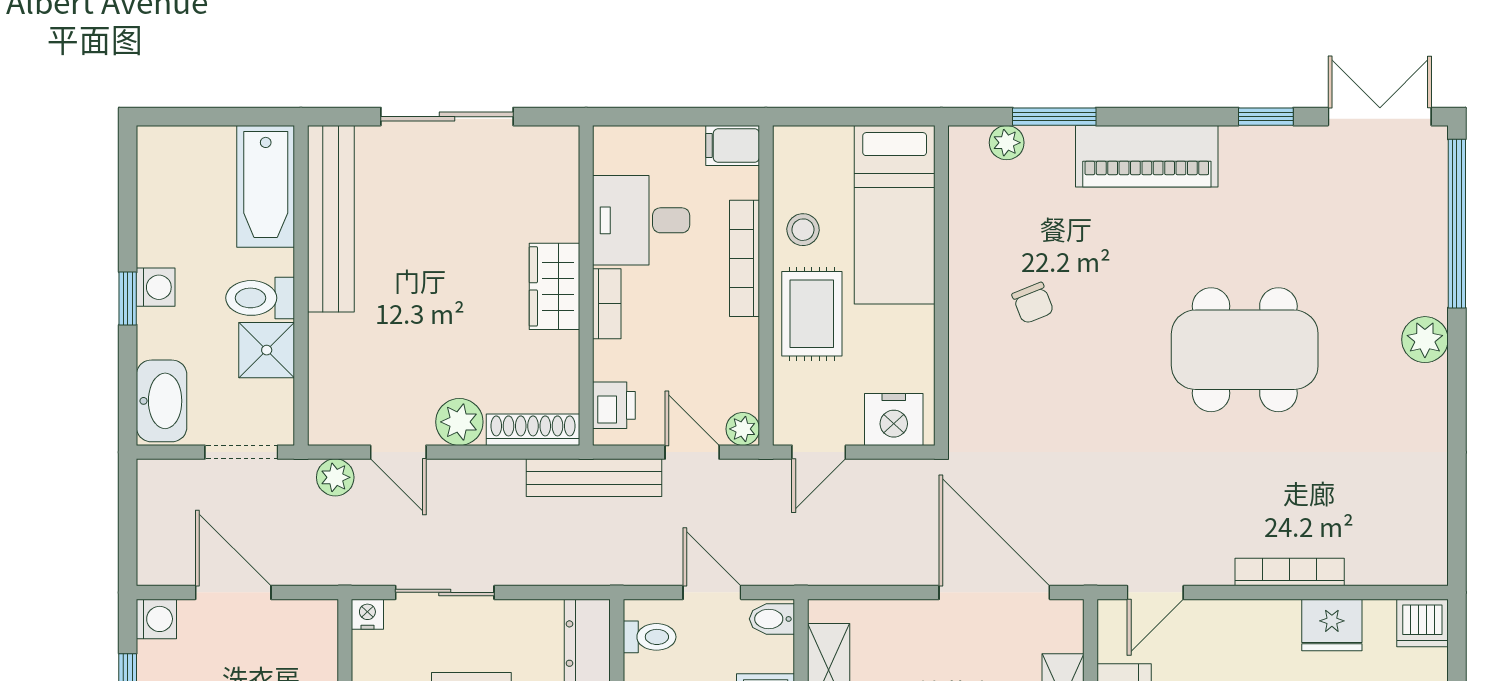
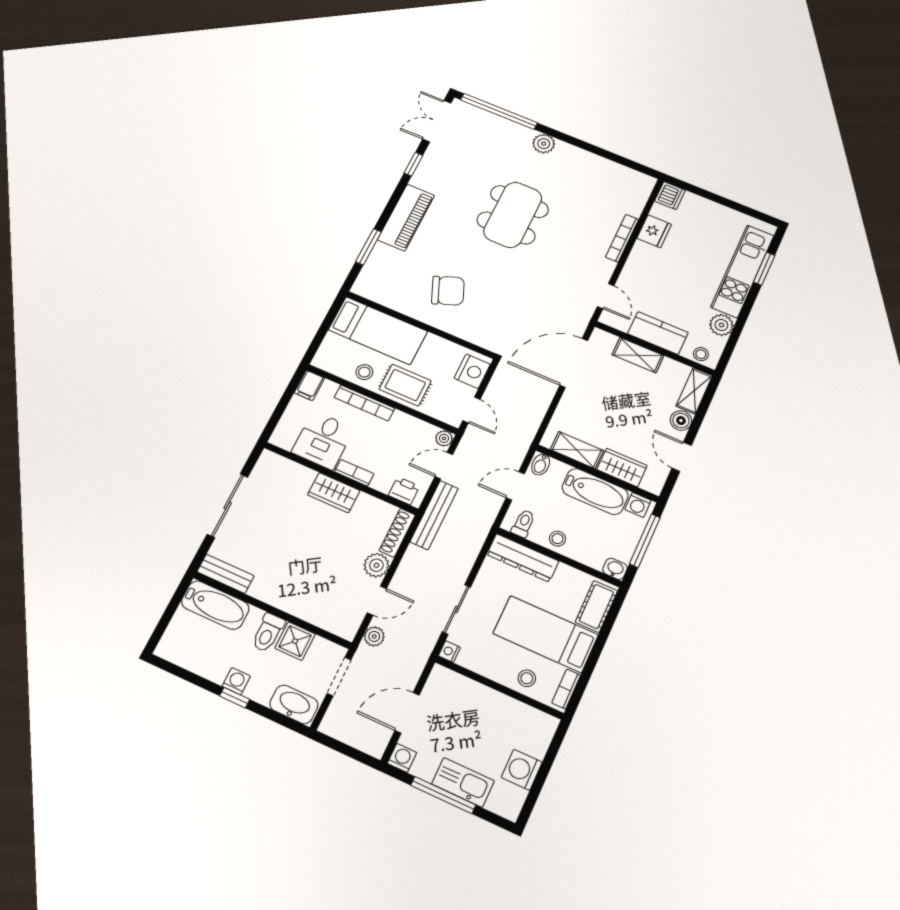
plant: (1007, 143) -> (370, 271), removed
bench: (331, 219) -> (225, 574), width x0.54, depth x0.82
chair: (1033, 303) -> (448, 291), width x1.87, depth x1.87

